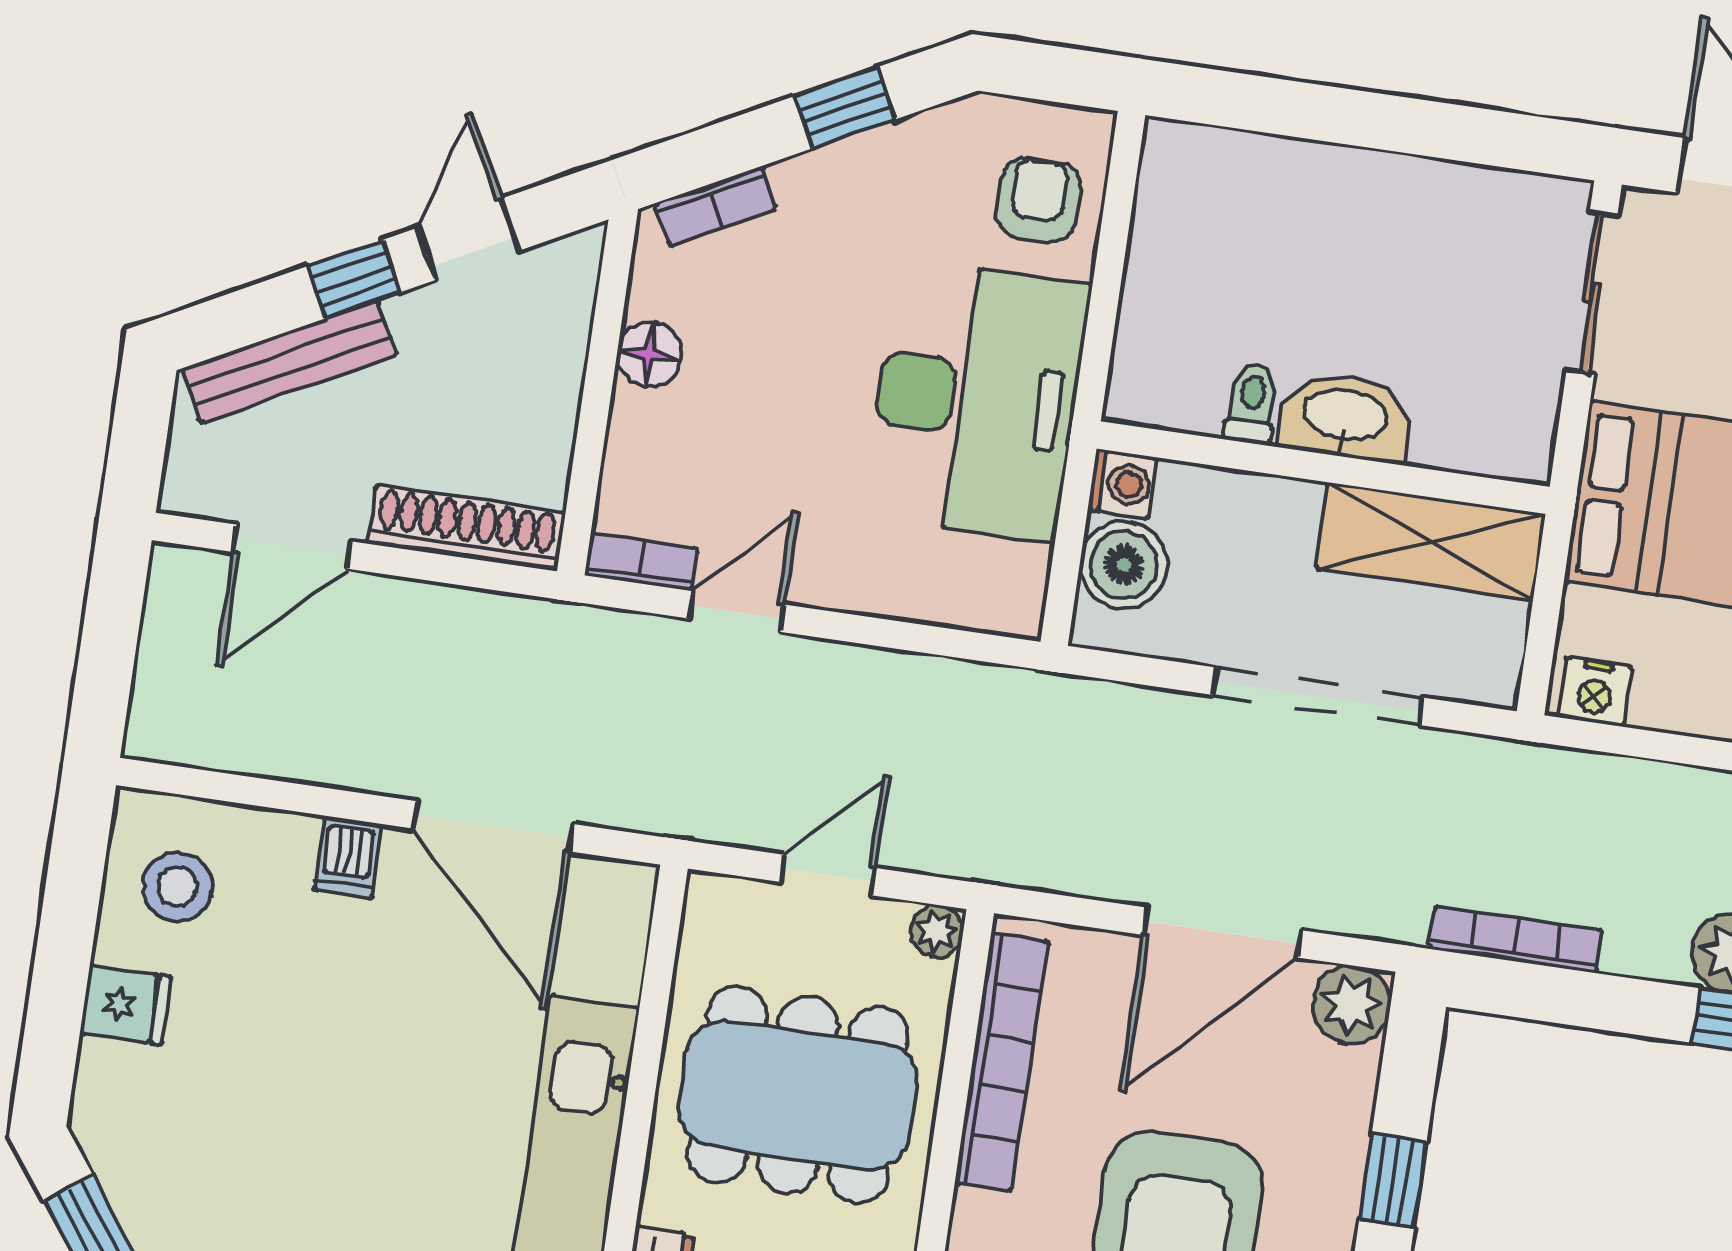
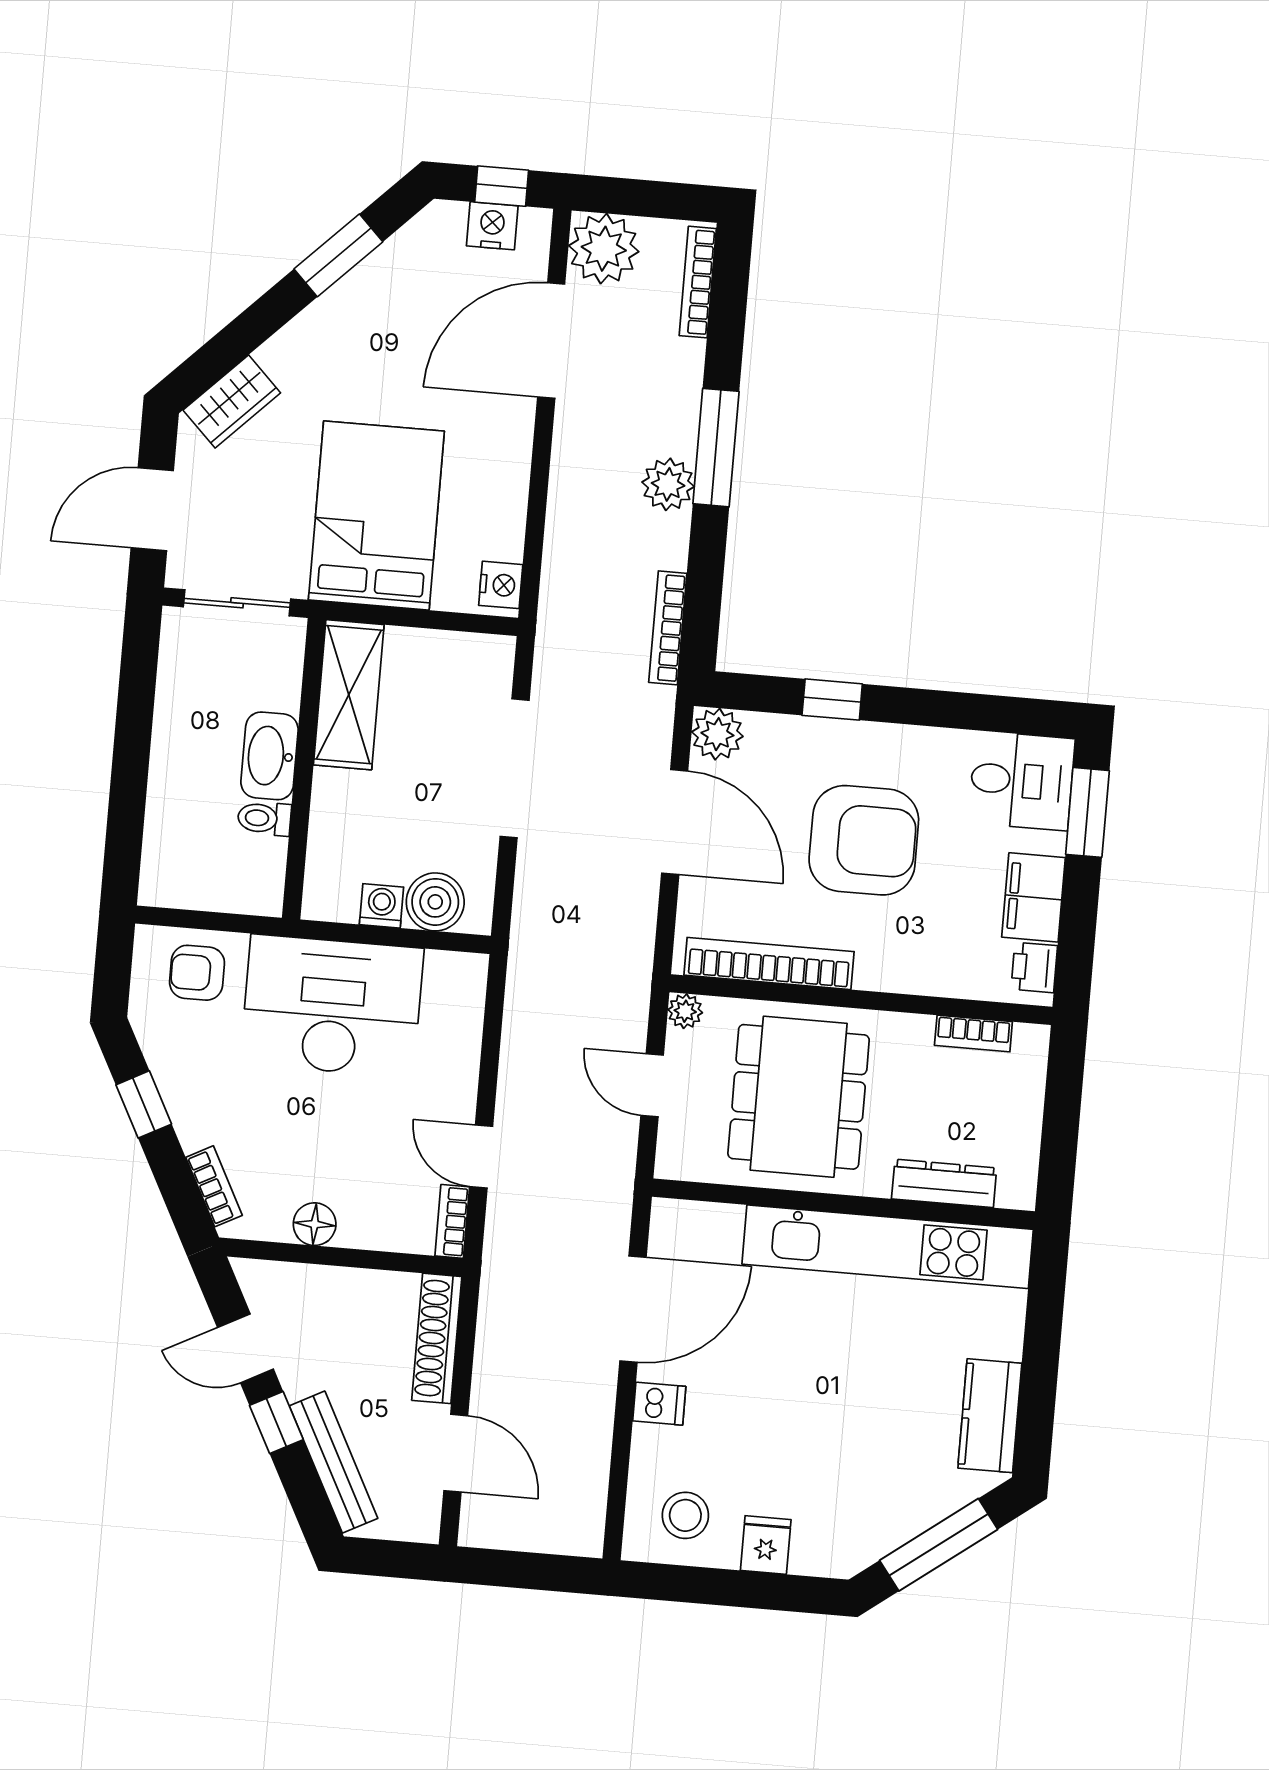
toilet: (1252, 403) -> (264, 818), moved
washbasin: (1346, 417) -> (270, 756), moved
wall: (1323, 468) -> (304, 769), moved
shelving: (1431, 542) -> (349, 695), moved

